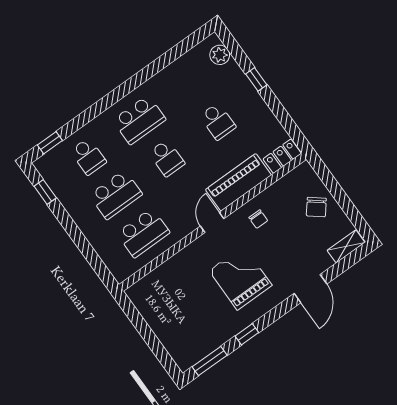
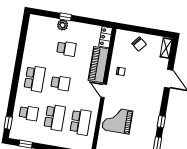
plant: (220, 55) -> (63, 25), moved
grand piano: (240, 278) -> (117, 120), moved

